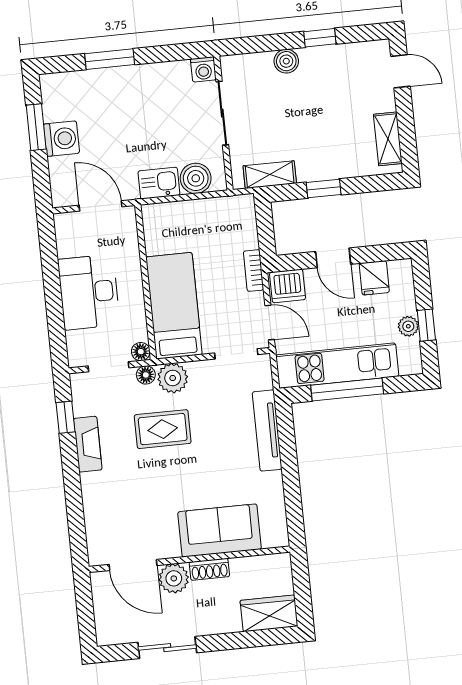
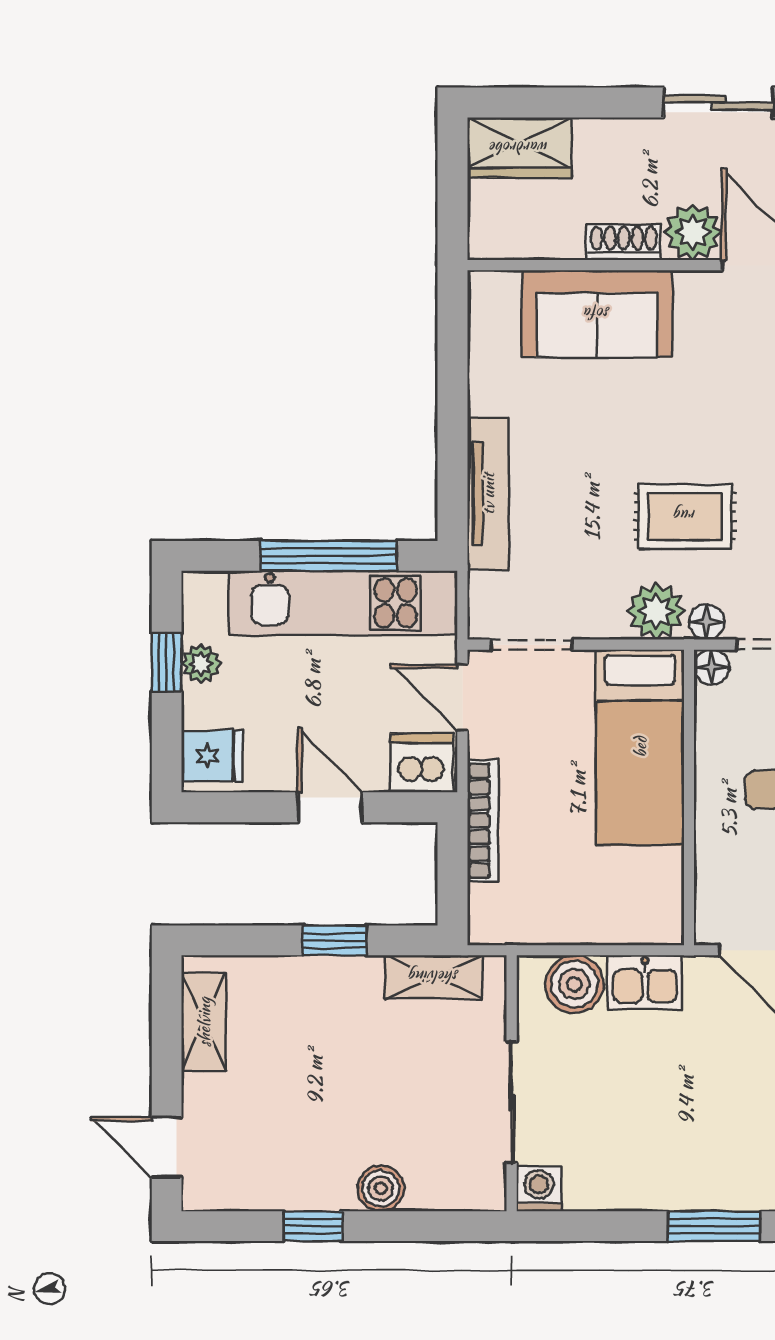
bookcase: (254, 271) -> (483, 821), width x1.56
fridge: (374, 278) -> (212, 756), moved, turned 90

